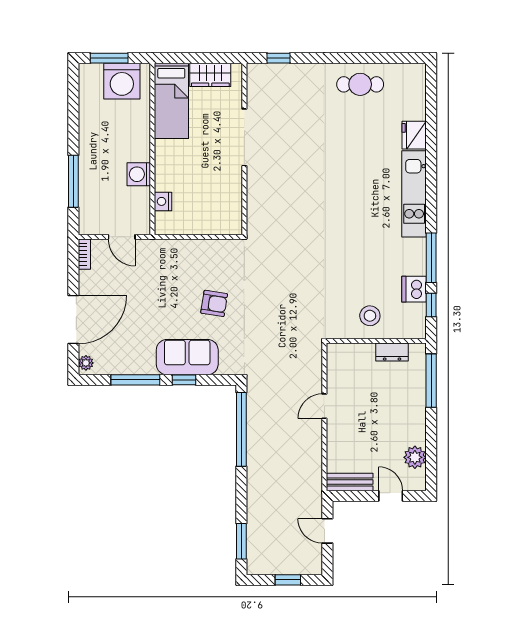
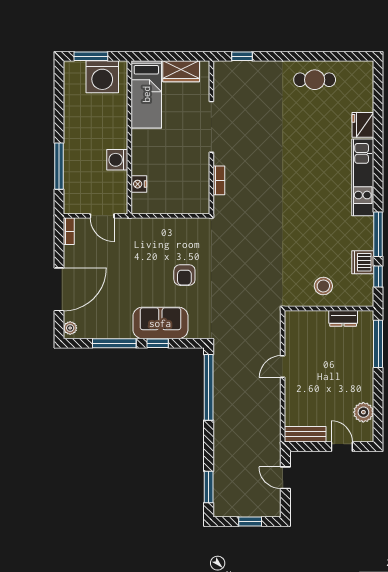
bookcase: (253, 197) -> (219, 180), added
armchair: (214, 303) -> (184, 275), turned 81

